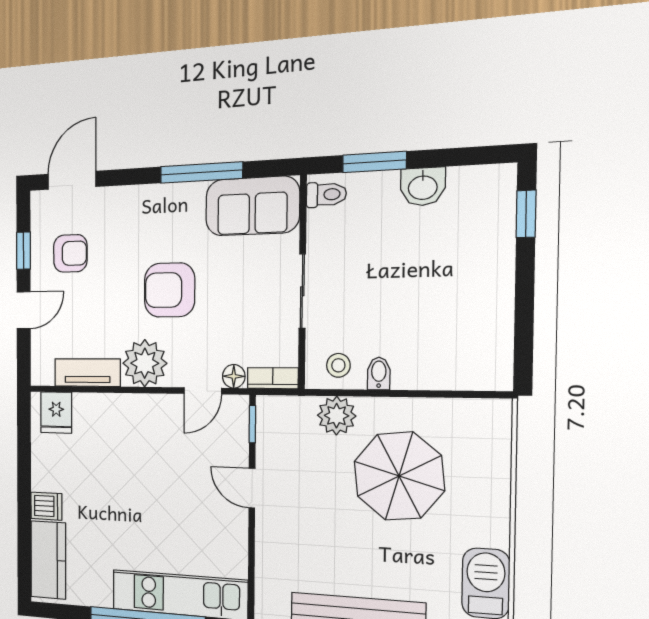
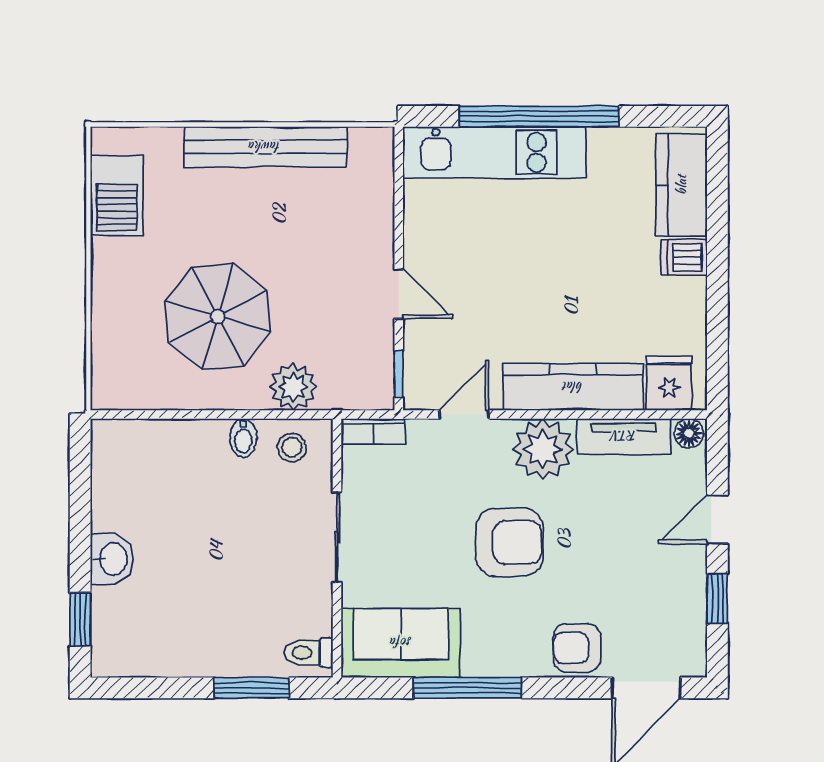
washbasin: (423, 187) -> (112, 559), moved, turned 90
armchair: (70, 253) -> (577, 648), moved
floor lamp: (234, 376) -> (689, 433), moved
kitchen counter: (123, 411) -> (573, 387), added

